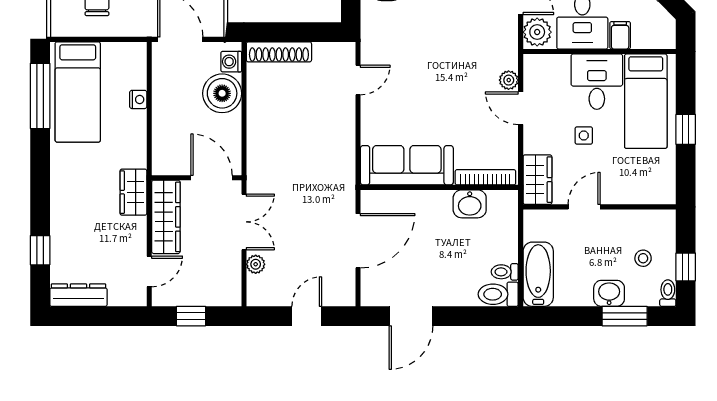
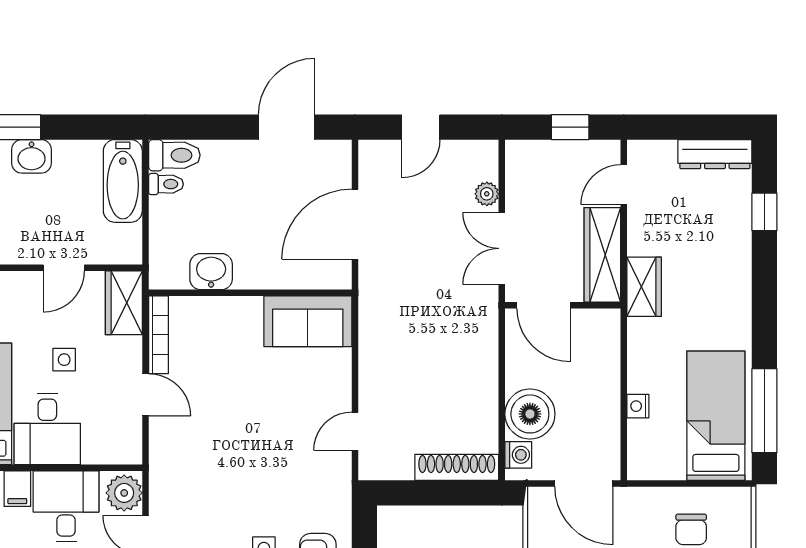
plant: (509, 80) -> (161, 431), removed
sofa: (407, 165) -> (308, 321), width x0.73
bookcase: (485, 177) -> (159, 335), moved, turned -90

